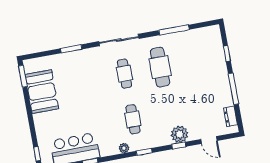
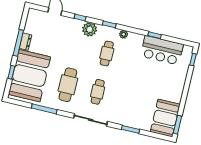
booth: (206, 59) -> (29, 76), added
booth: (42, 92) -> (165, 118), moved
dresser: (231, 116) -> (25, 42), moved
plant: (179, 134) -> (90, 29), moved

